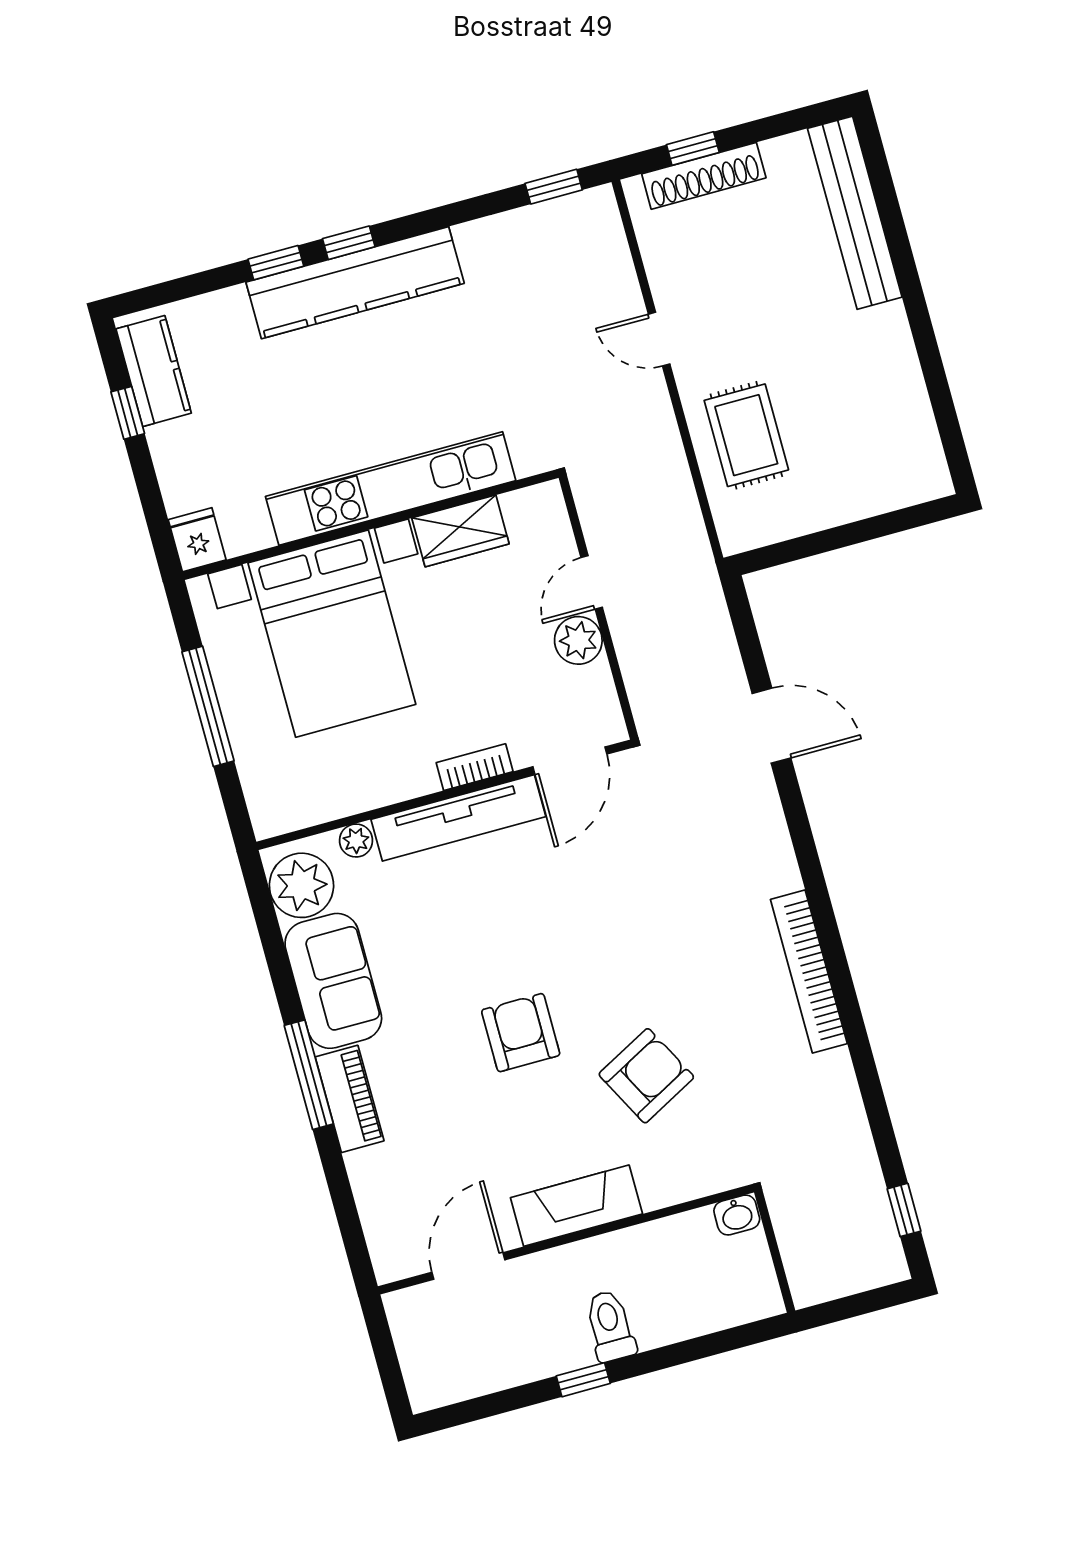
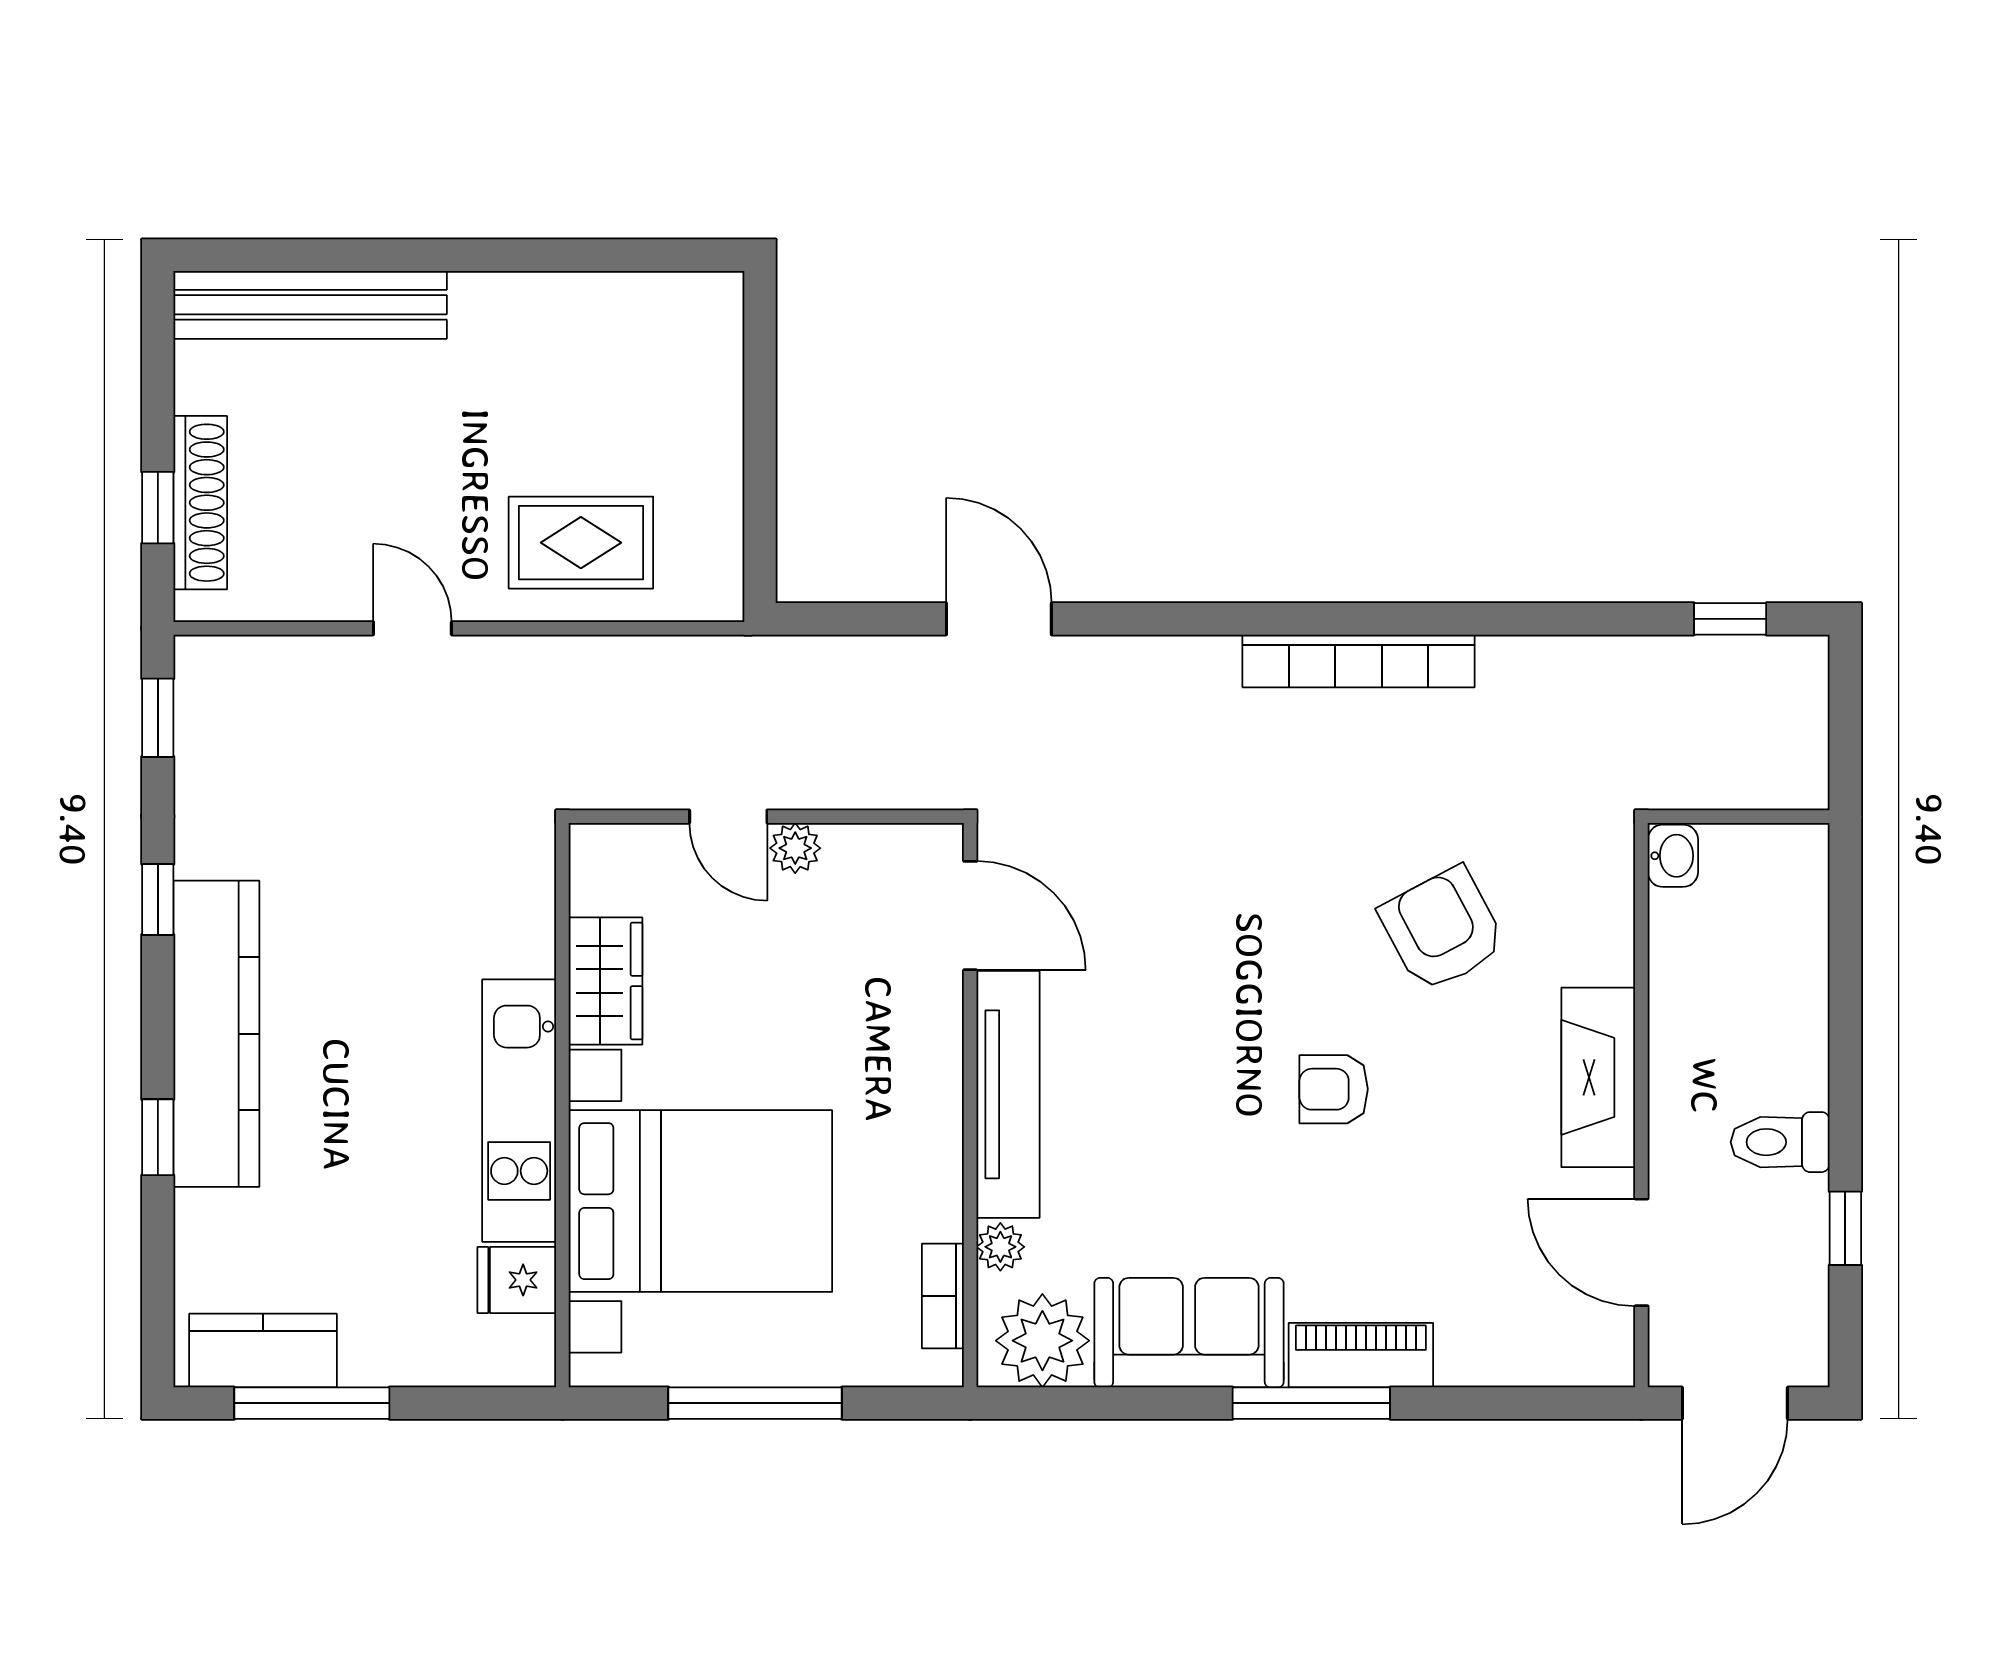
window: (349, 243) -> (158, 899), moved
door: (659, 339) -> (412, 628), swing flipped
window: (128, 413) -> (312, 1403), width x2.17
kitchen unit: (391, 488) -> (519, 1111), width x0.73
fridge: (197, 540) -> (517, 1280), moved
plant: (578, 640) -> (795, 848), width x0.73, depth x0.73
door: (771, 726) -> (999, 619), hinge flipped
bookcase: (475, 767) -> (943, 1296), moved
armchair: (521, 1033) -> (1334, 1089), width x0.72, depth x0.72
toilet: (610, 1326) -> (1780, 1142), moved
door: (386, 1355) -> (1735, 1403), added
window: (583, 1380) -> (1845, 1228), moved

